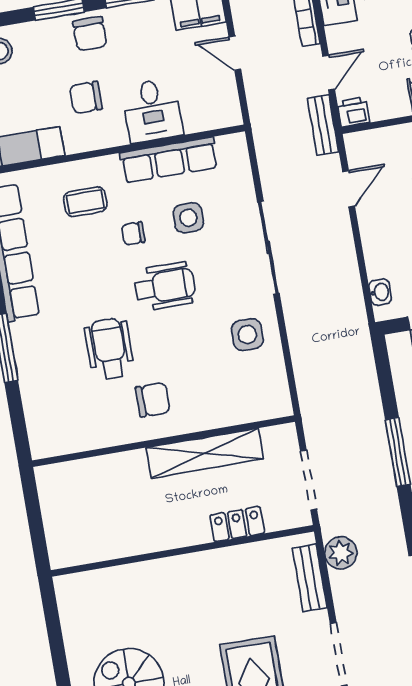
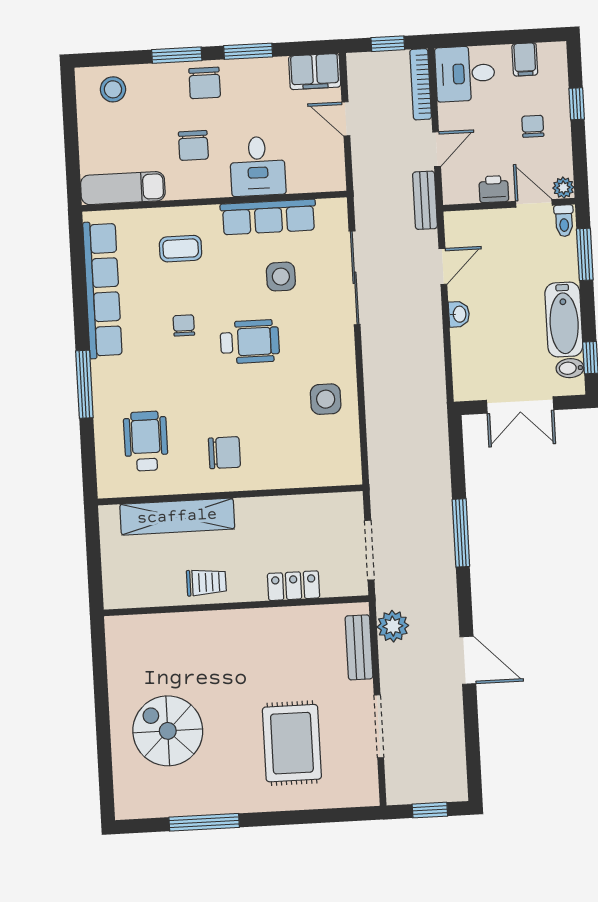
chair: (86, 97) -> (193, 145), turned -90
printer: (353, 112) -> (494, 189), moved
chair: (133, 233) -> (184, 325), moved, turned 90
sliding door: (268, 248) -> (355, 278), moved
washbasin: (380, 292) -> (459, 314), moved
wheelchair: (109, 349) -> (146, 441), moved
shelving: (205, 453) -> (177, 517), moved
trolley: (150, 531) -> (206, 582), added

